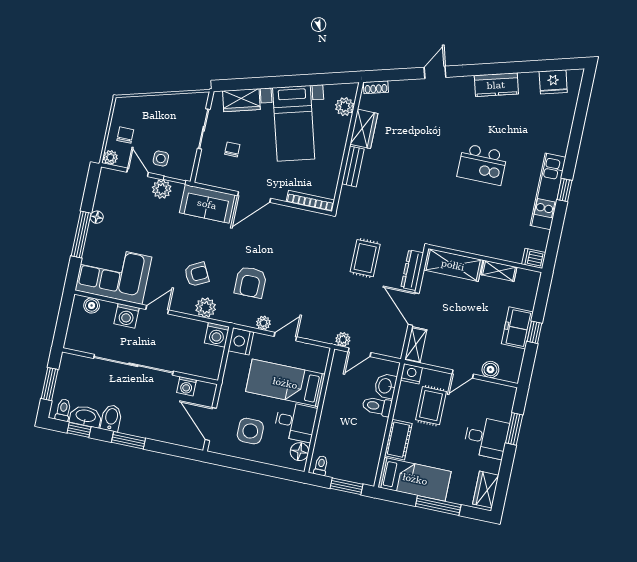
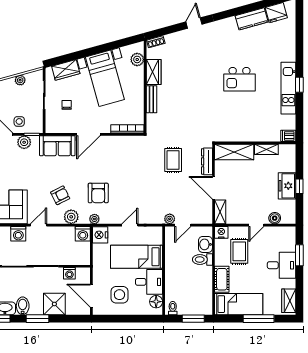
kitchen counter: (496, 85) -> (252, 19), moved
plant: (174, 101) -> (20, 80), added
plant: (263, 323) -> (94, 219), moved
shower: (156, 425) -> (54, 304), added

